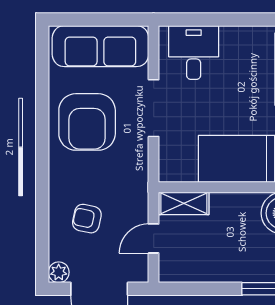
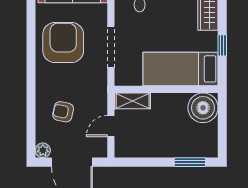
doorway: (154, 108) -> (111, 47), moved
armchair: (87, 122) -> (63, 43), turned 180

